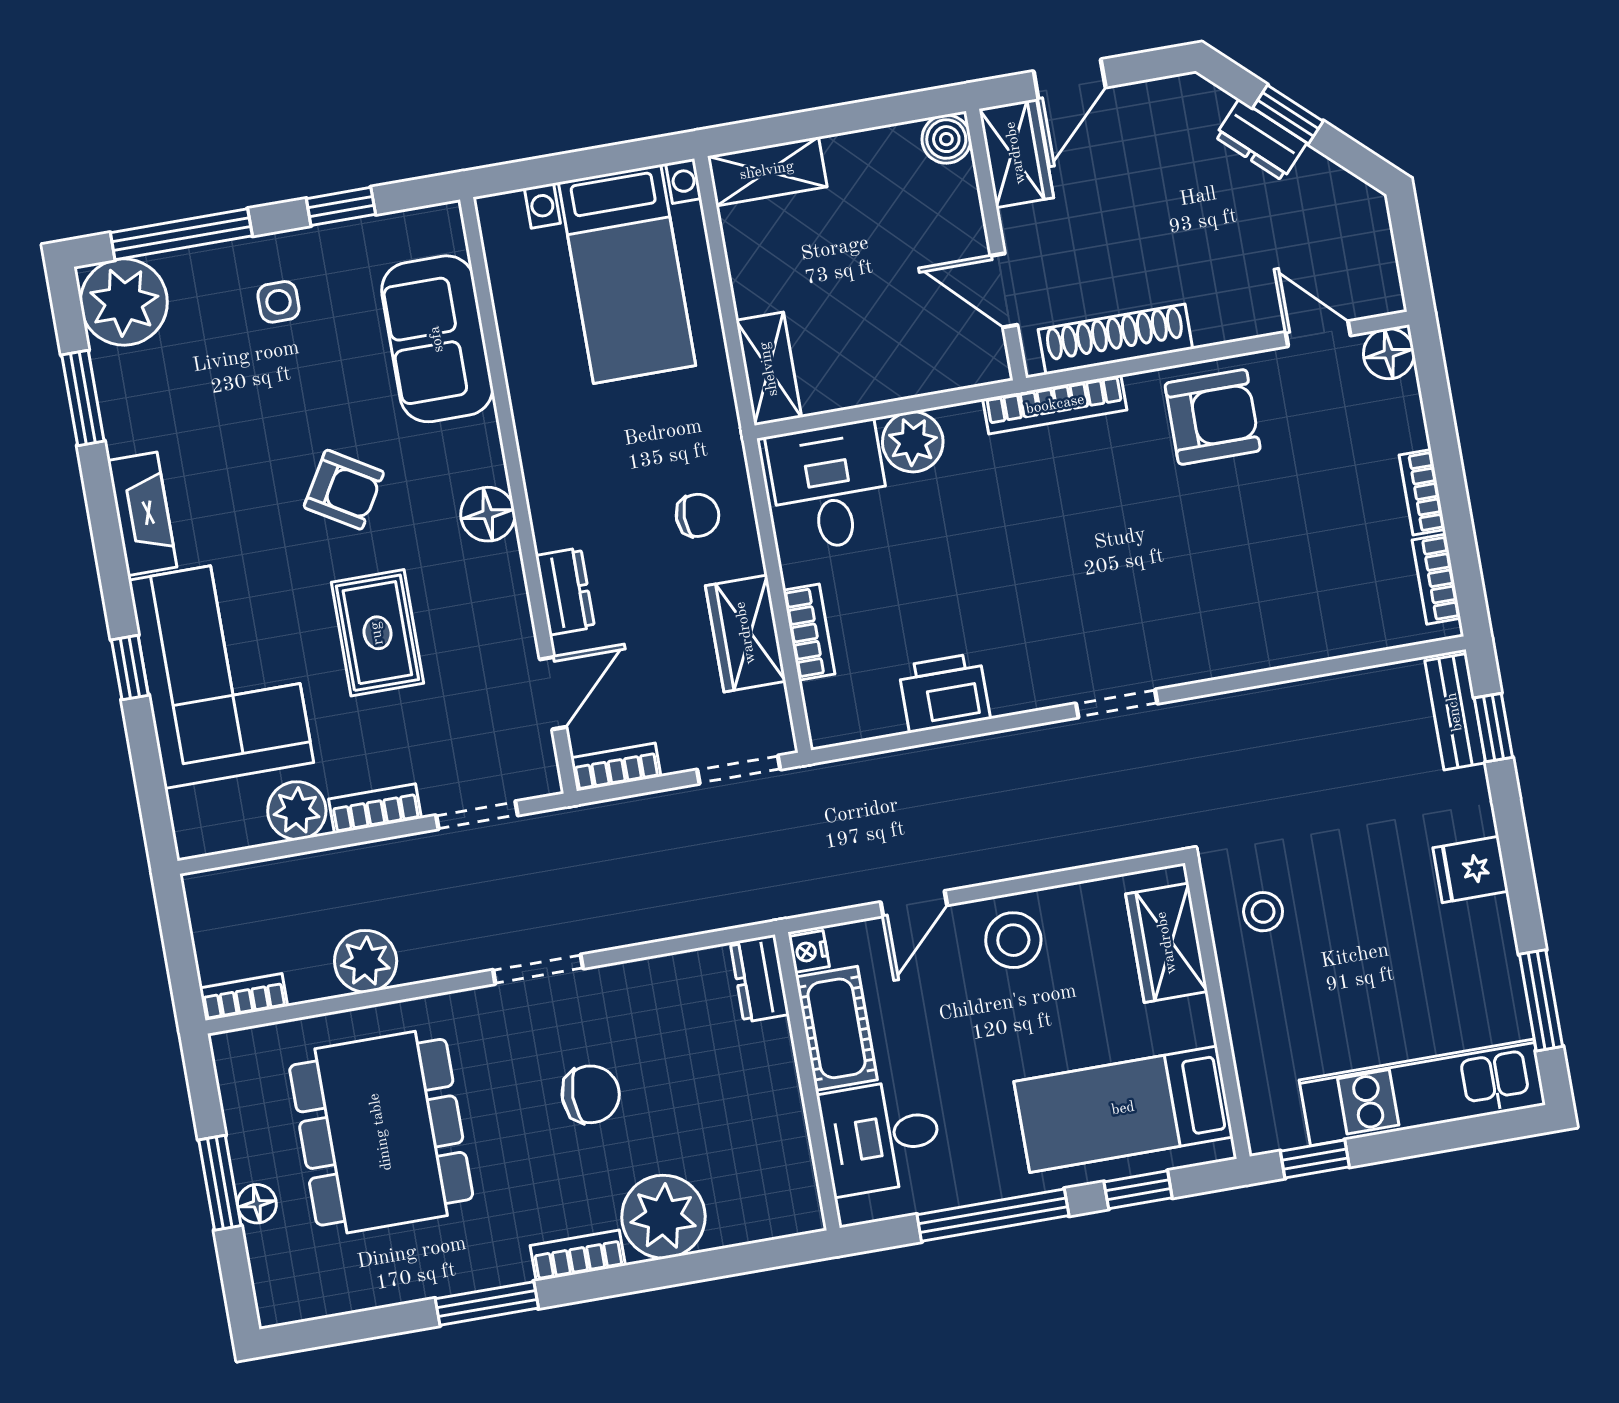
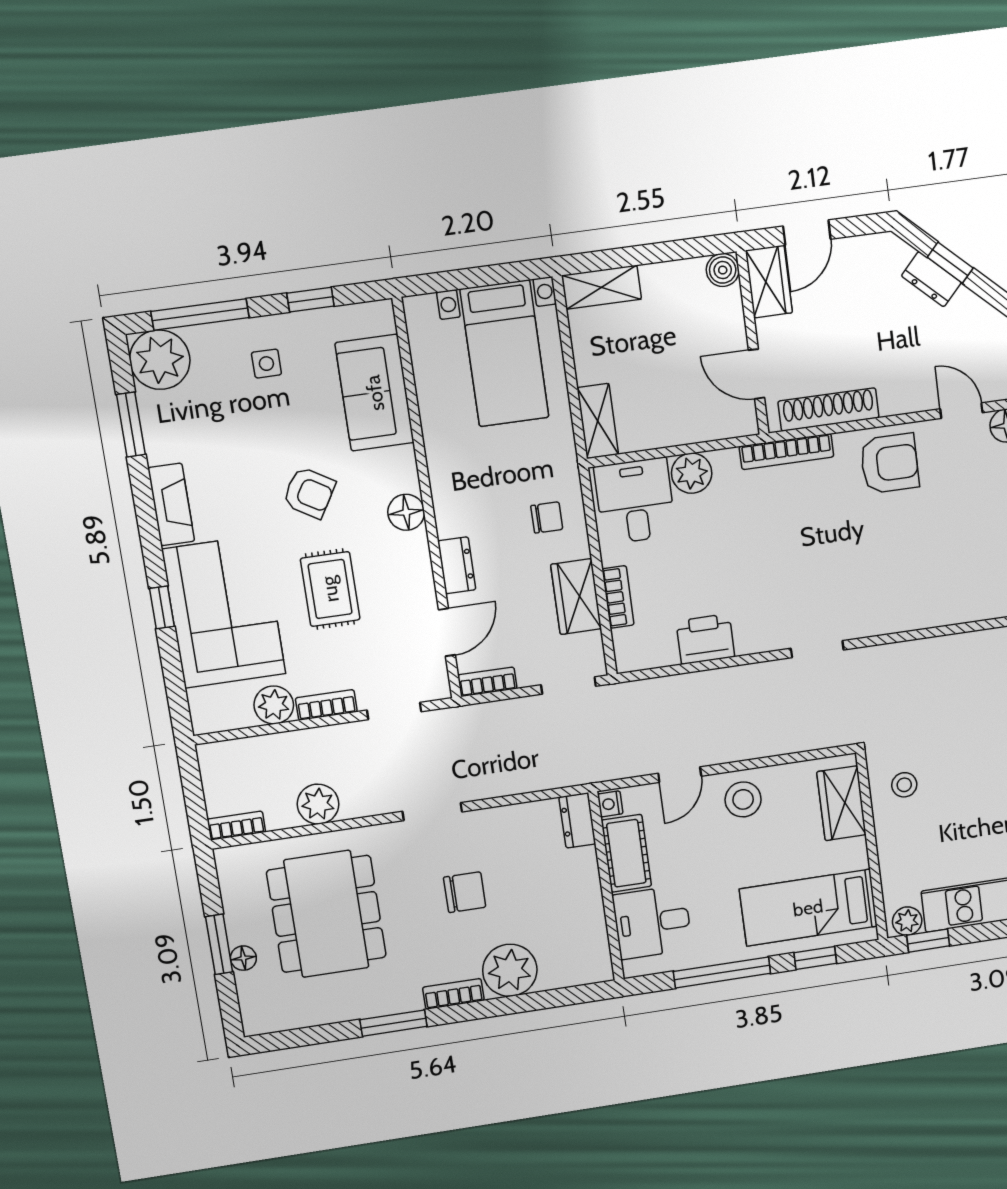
plant: (1280, 1128) -> (907, 921), added

